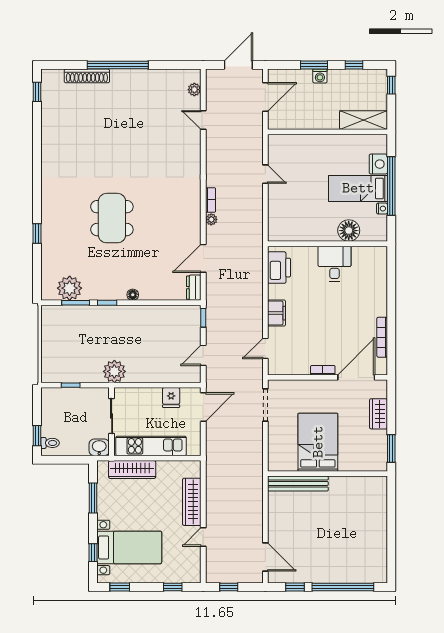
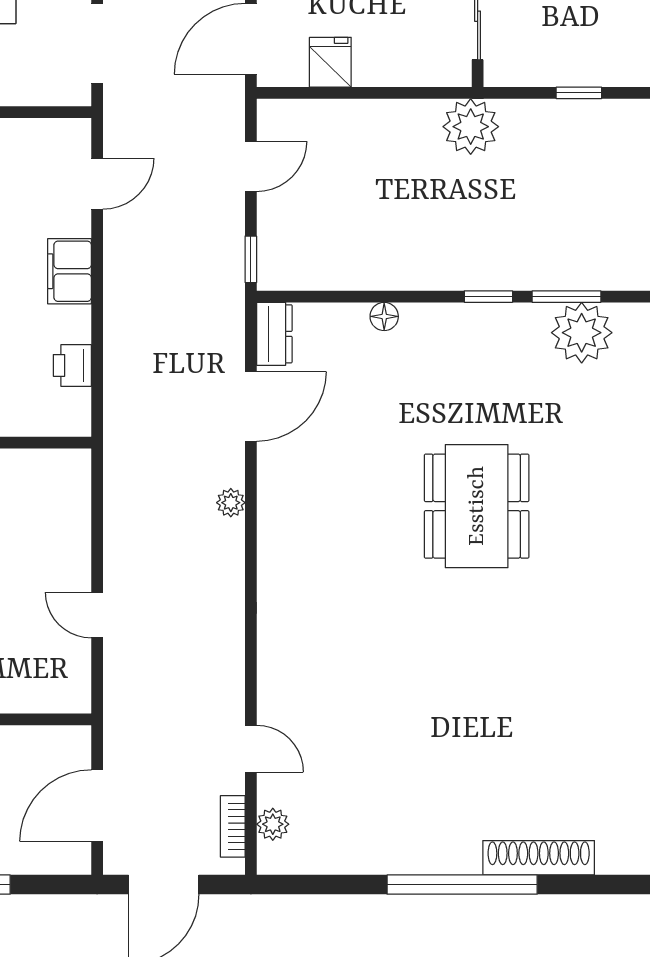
bookcase: (211, 200) -> (233, 826), moved
printer: (279, 268) -> (72, 365), width x0.53, depth x0.68
floor lamp: (133, 295) -> (384, 316), moved

